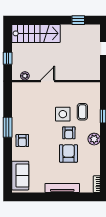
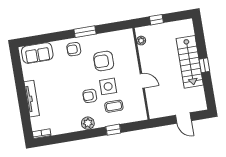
window: (78, 20) -> (204, 65), moved
stairs: (36, 33) -> (190, 62), moved
door: (48, 81) -> (142, 81), moved
armchair: (68, 153) -> (104, 61), moved, turned 180

